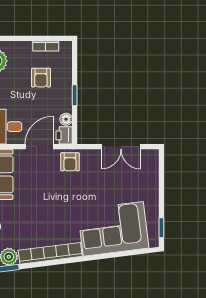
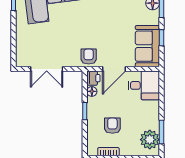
double door: (121, 147) -> (47, 69), swing flipped

